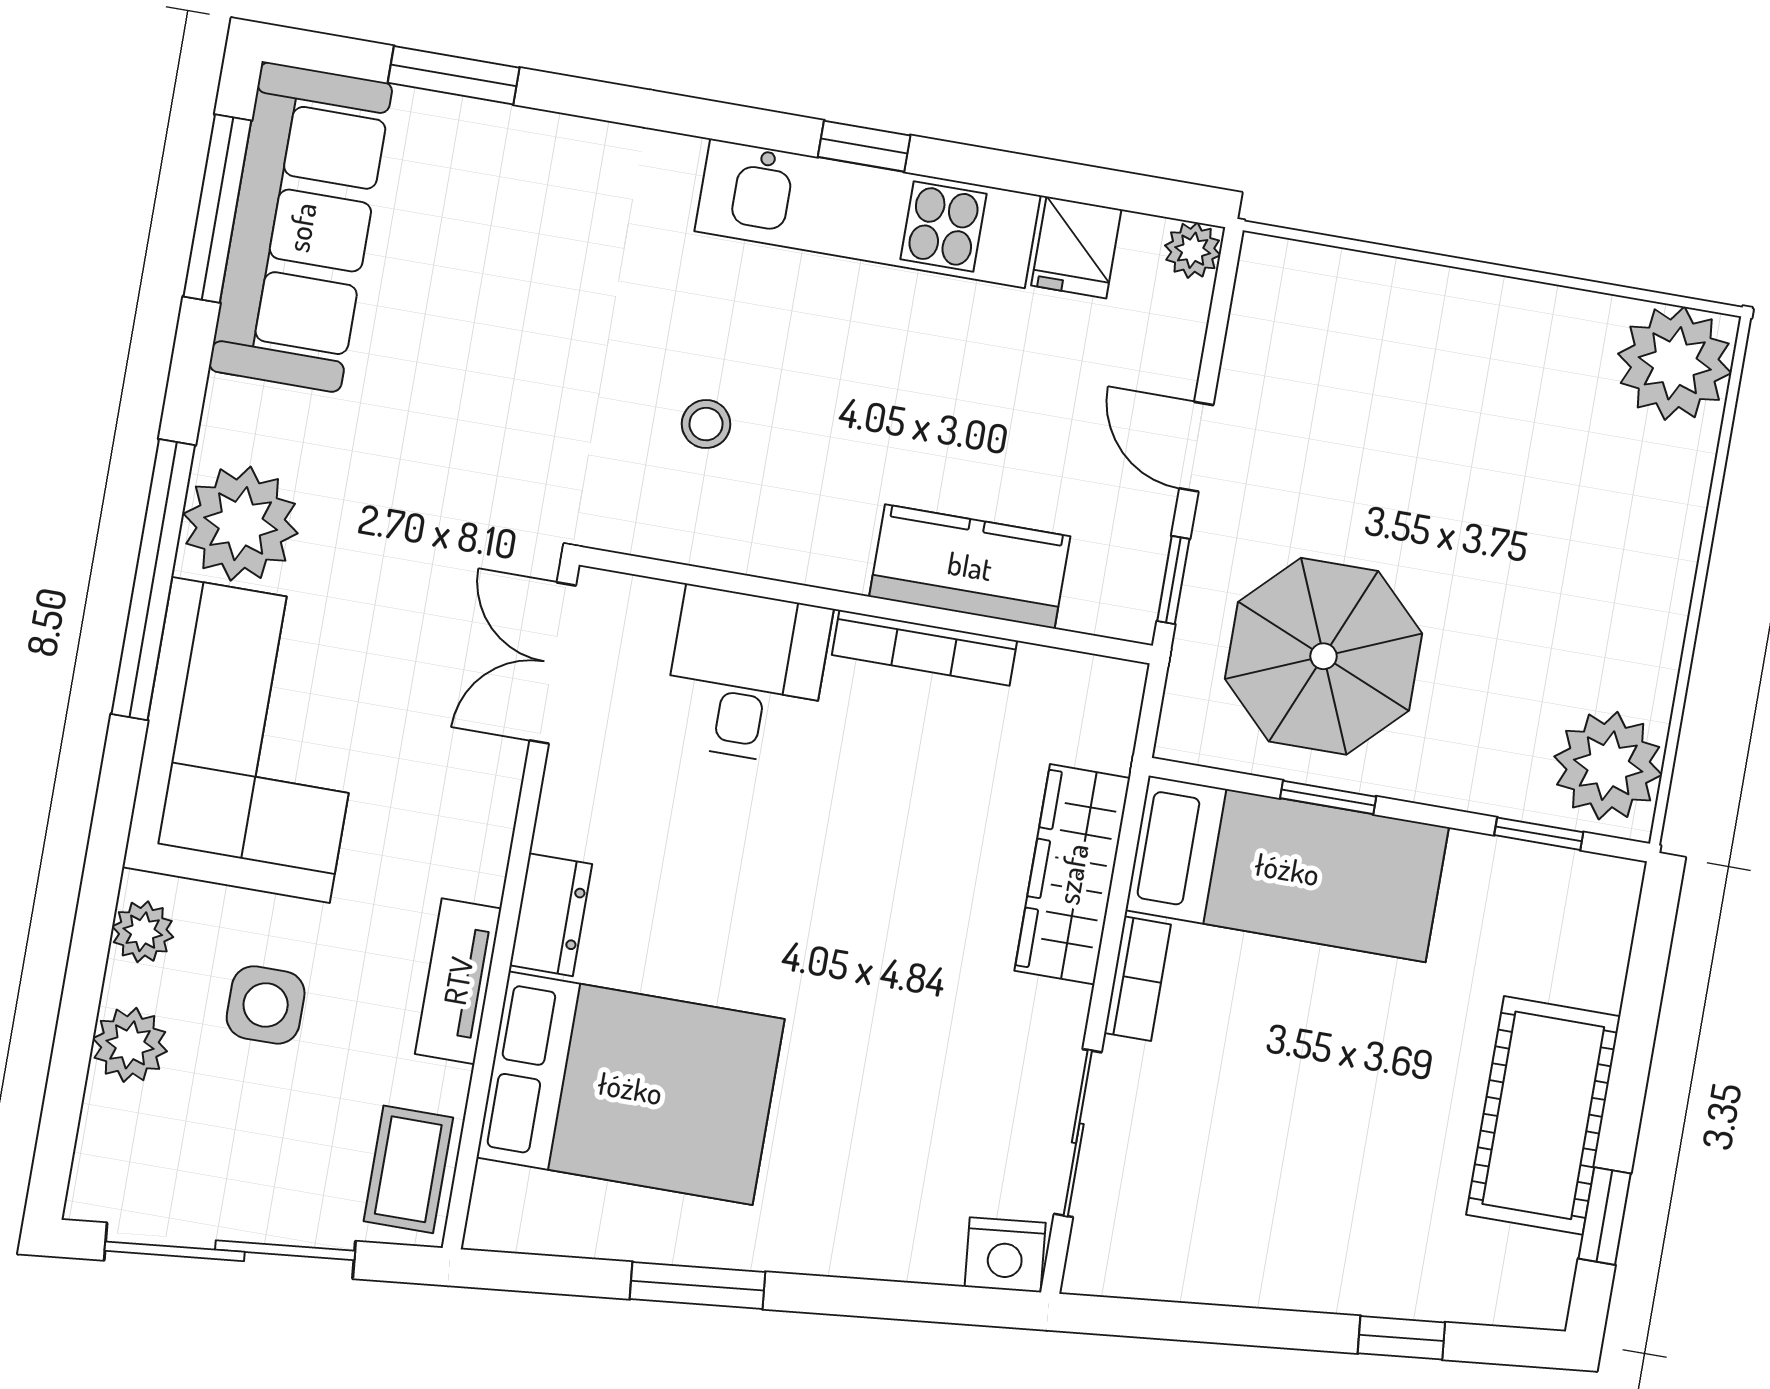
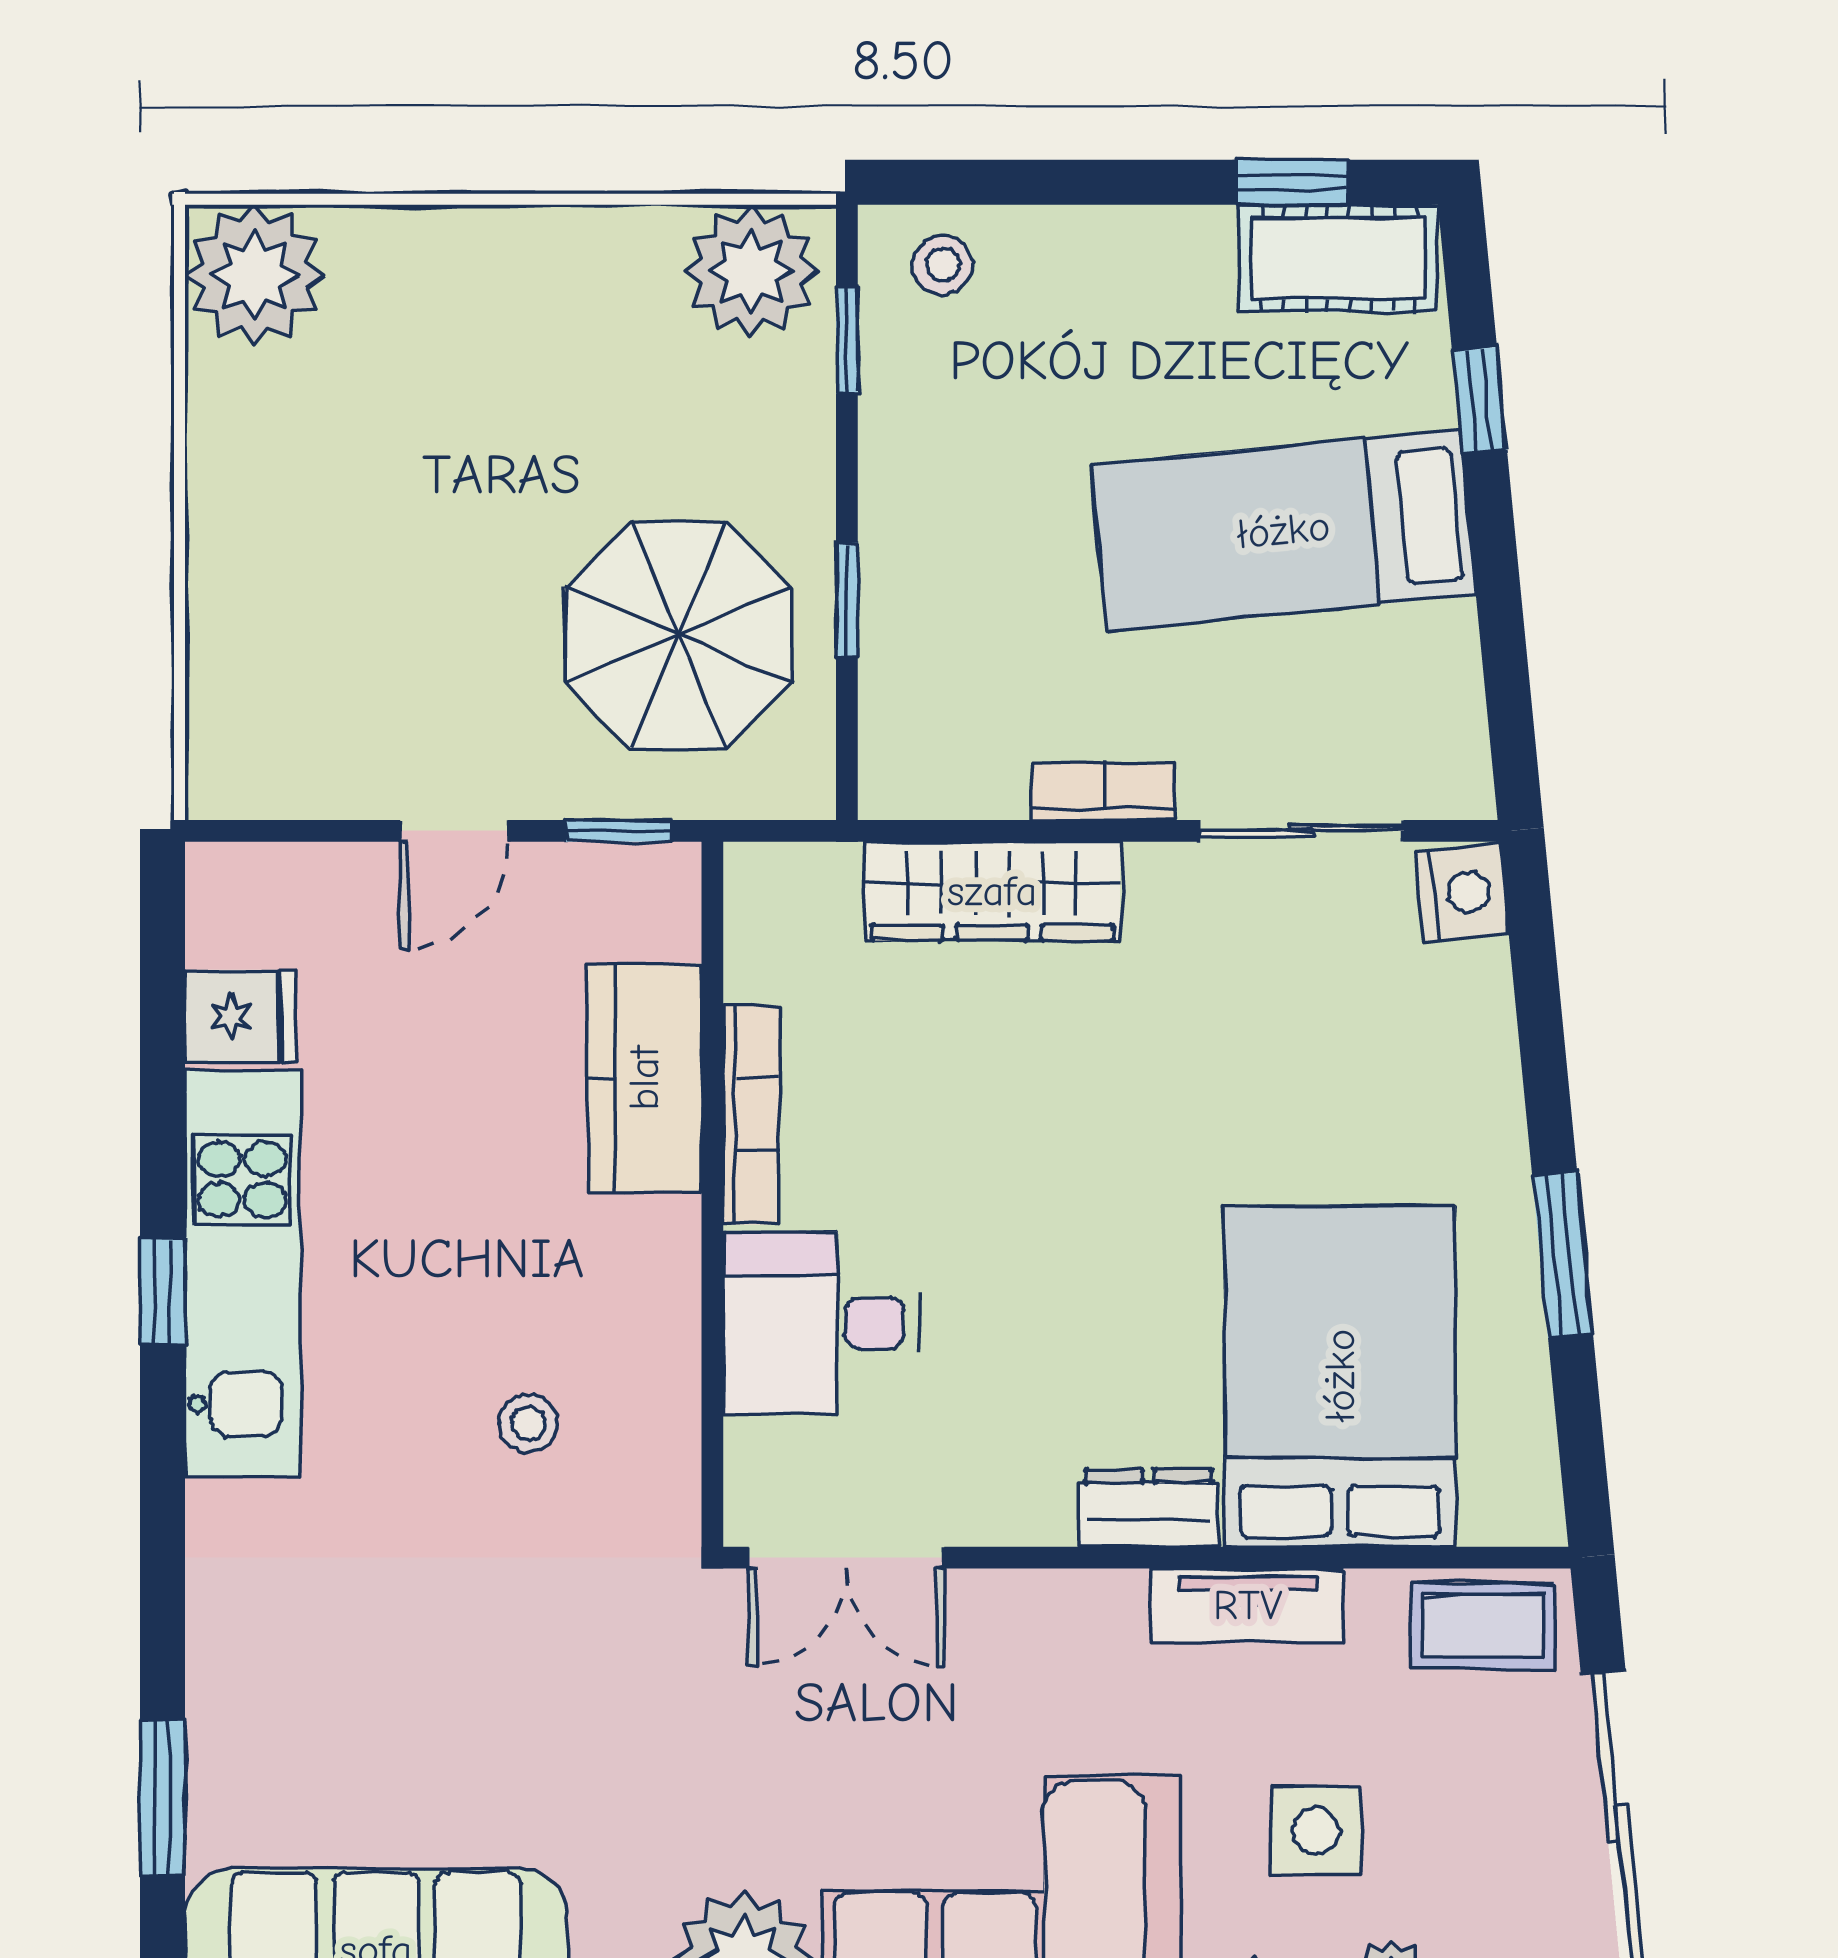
plant: (1193, 250) -> (219, 876), removed
bed: (1287, 869) -> (1283, 530), moved, turned -96
stool: (1587, 922) -> (943, 265), added
cot: (1543, 1115) -> (1338, 258), moved, width x0.73, depth x0.75

